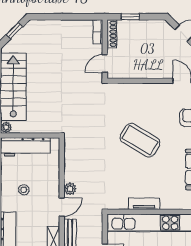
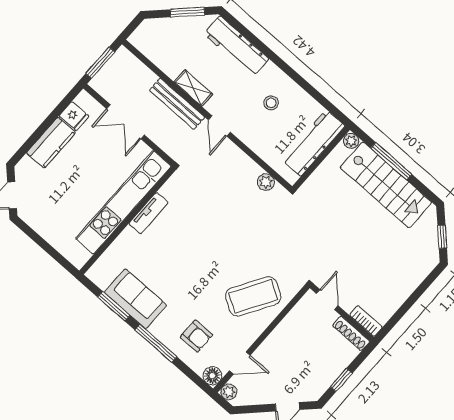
window: (130, 17) -> (341, 380), moved
coffee table: (140, 140) -> (253, 296), moved
plant: (70, 189) -> (266, 182), moved

